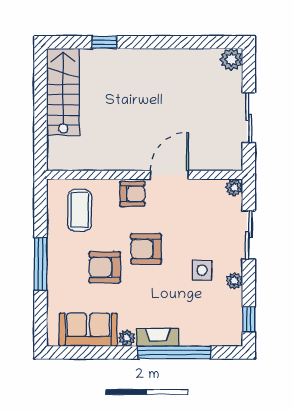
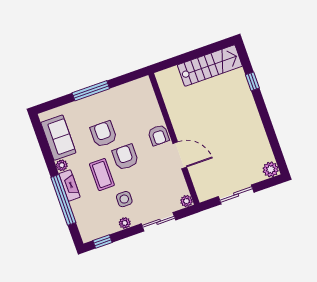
coffee table: (80, 210) -> (102, 175), moved, turned 90

